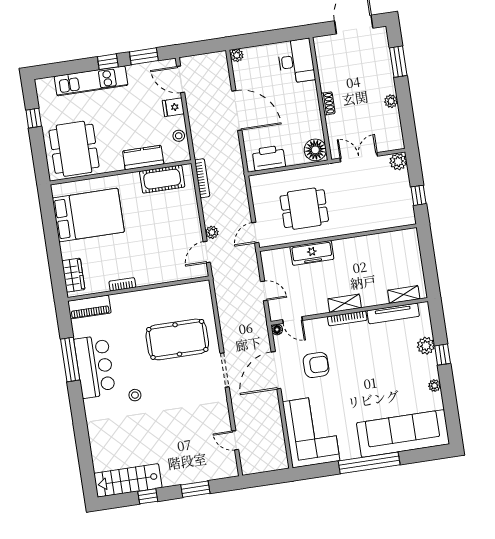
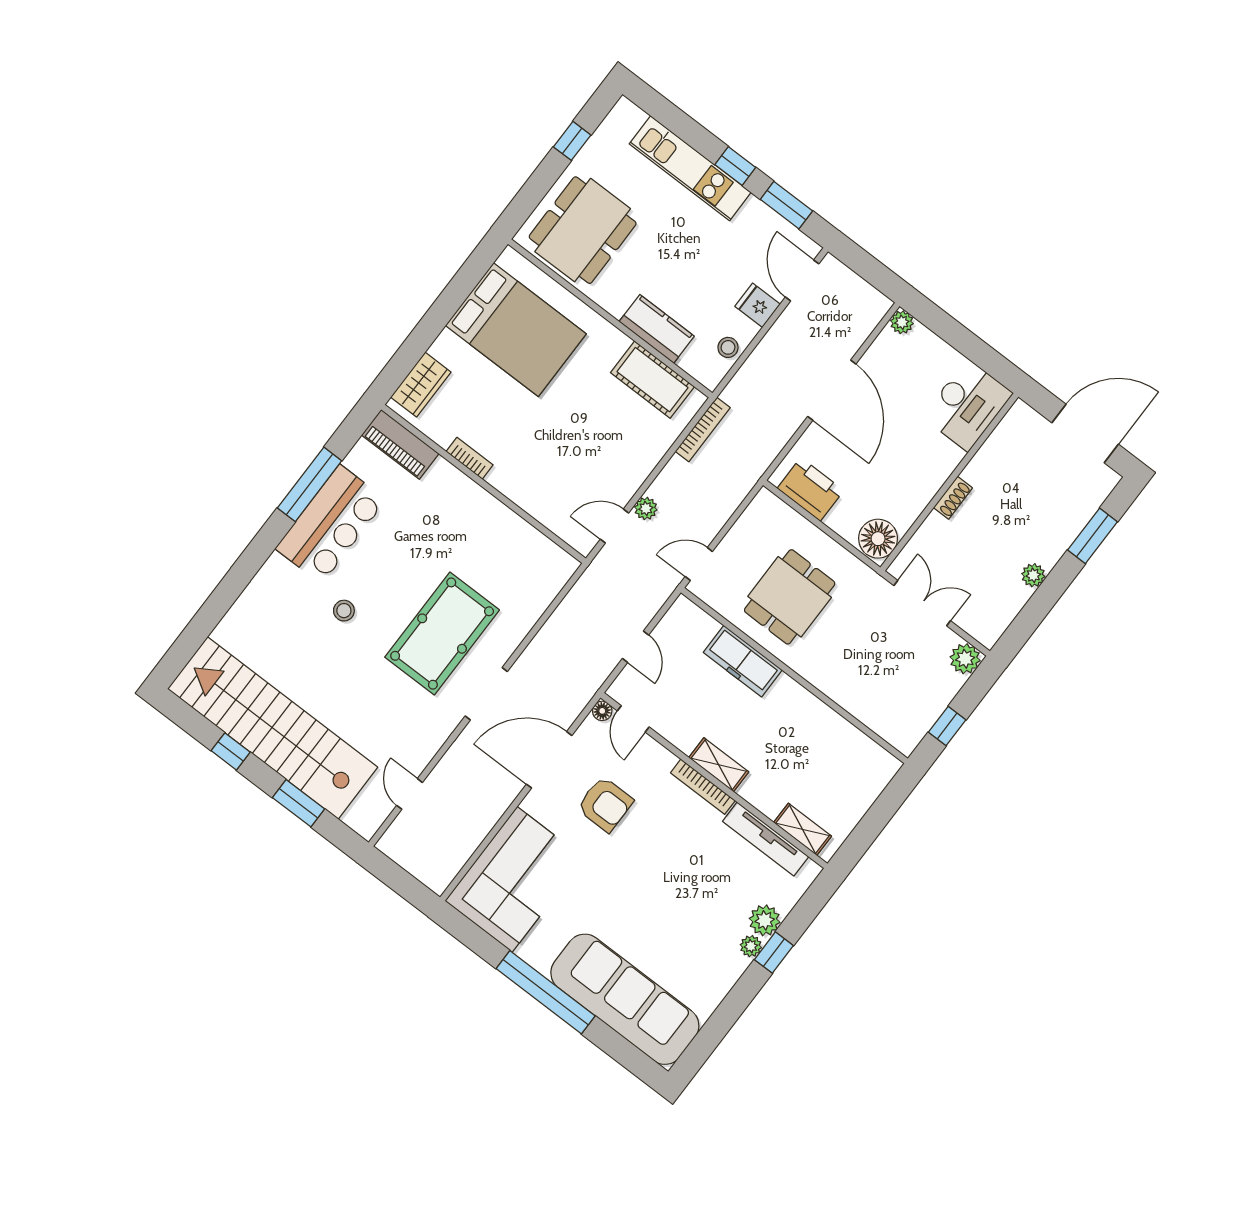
dining table: (304, 209) -> (790, 597), turned 90
pool table: (177, 339) -> (442, 634), moved, turned 90
plant: (435, 386) -> (751, 946), moved
stairs: (128, 480) -> (273, 728), width x1.86, depth x1.51

